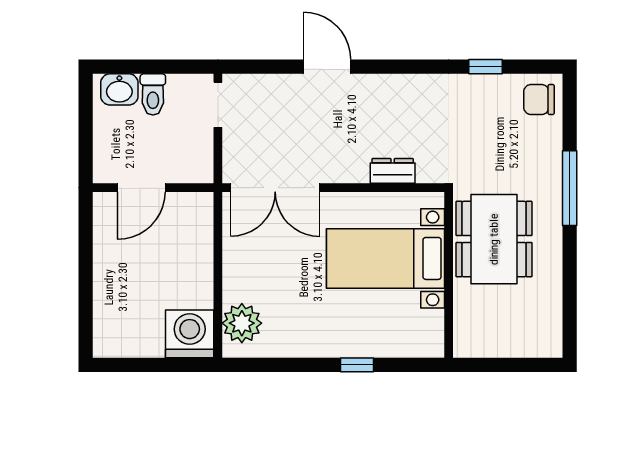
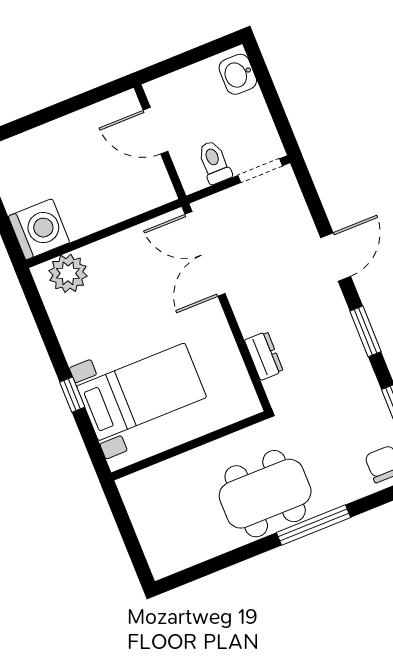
window: (408, 67) -> (365, 331), added
toilet: (153, 94) -> (214, 162), moved, turned 90
dining table: (494, 239) -> (265, 494), moved
bed with nightstands: (385, 258) -> (142, 392), moved, turned 90

